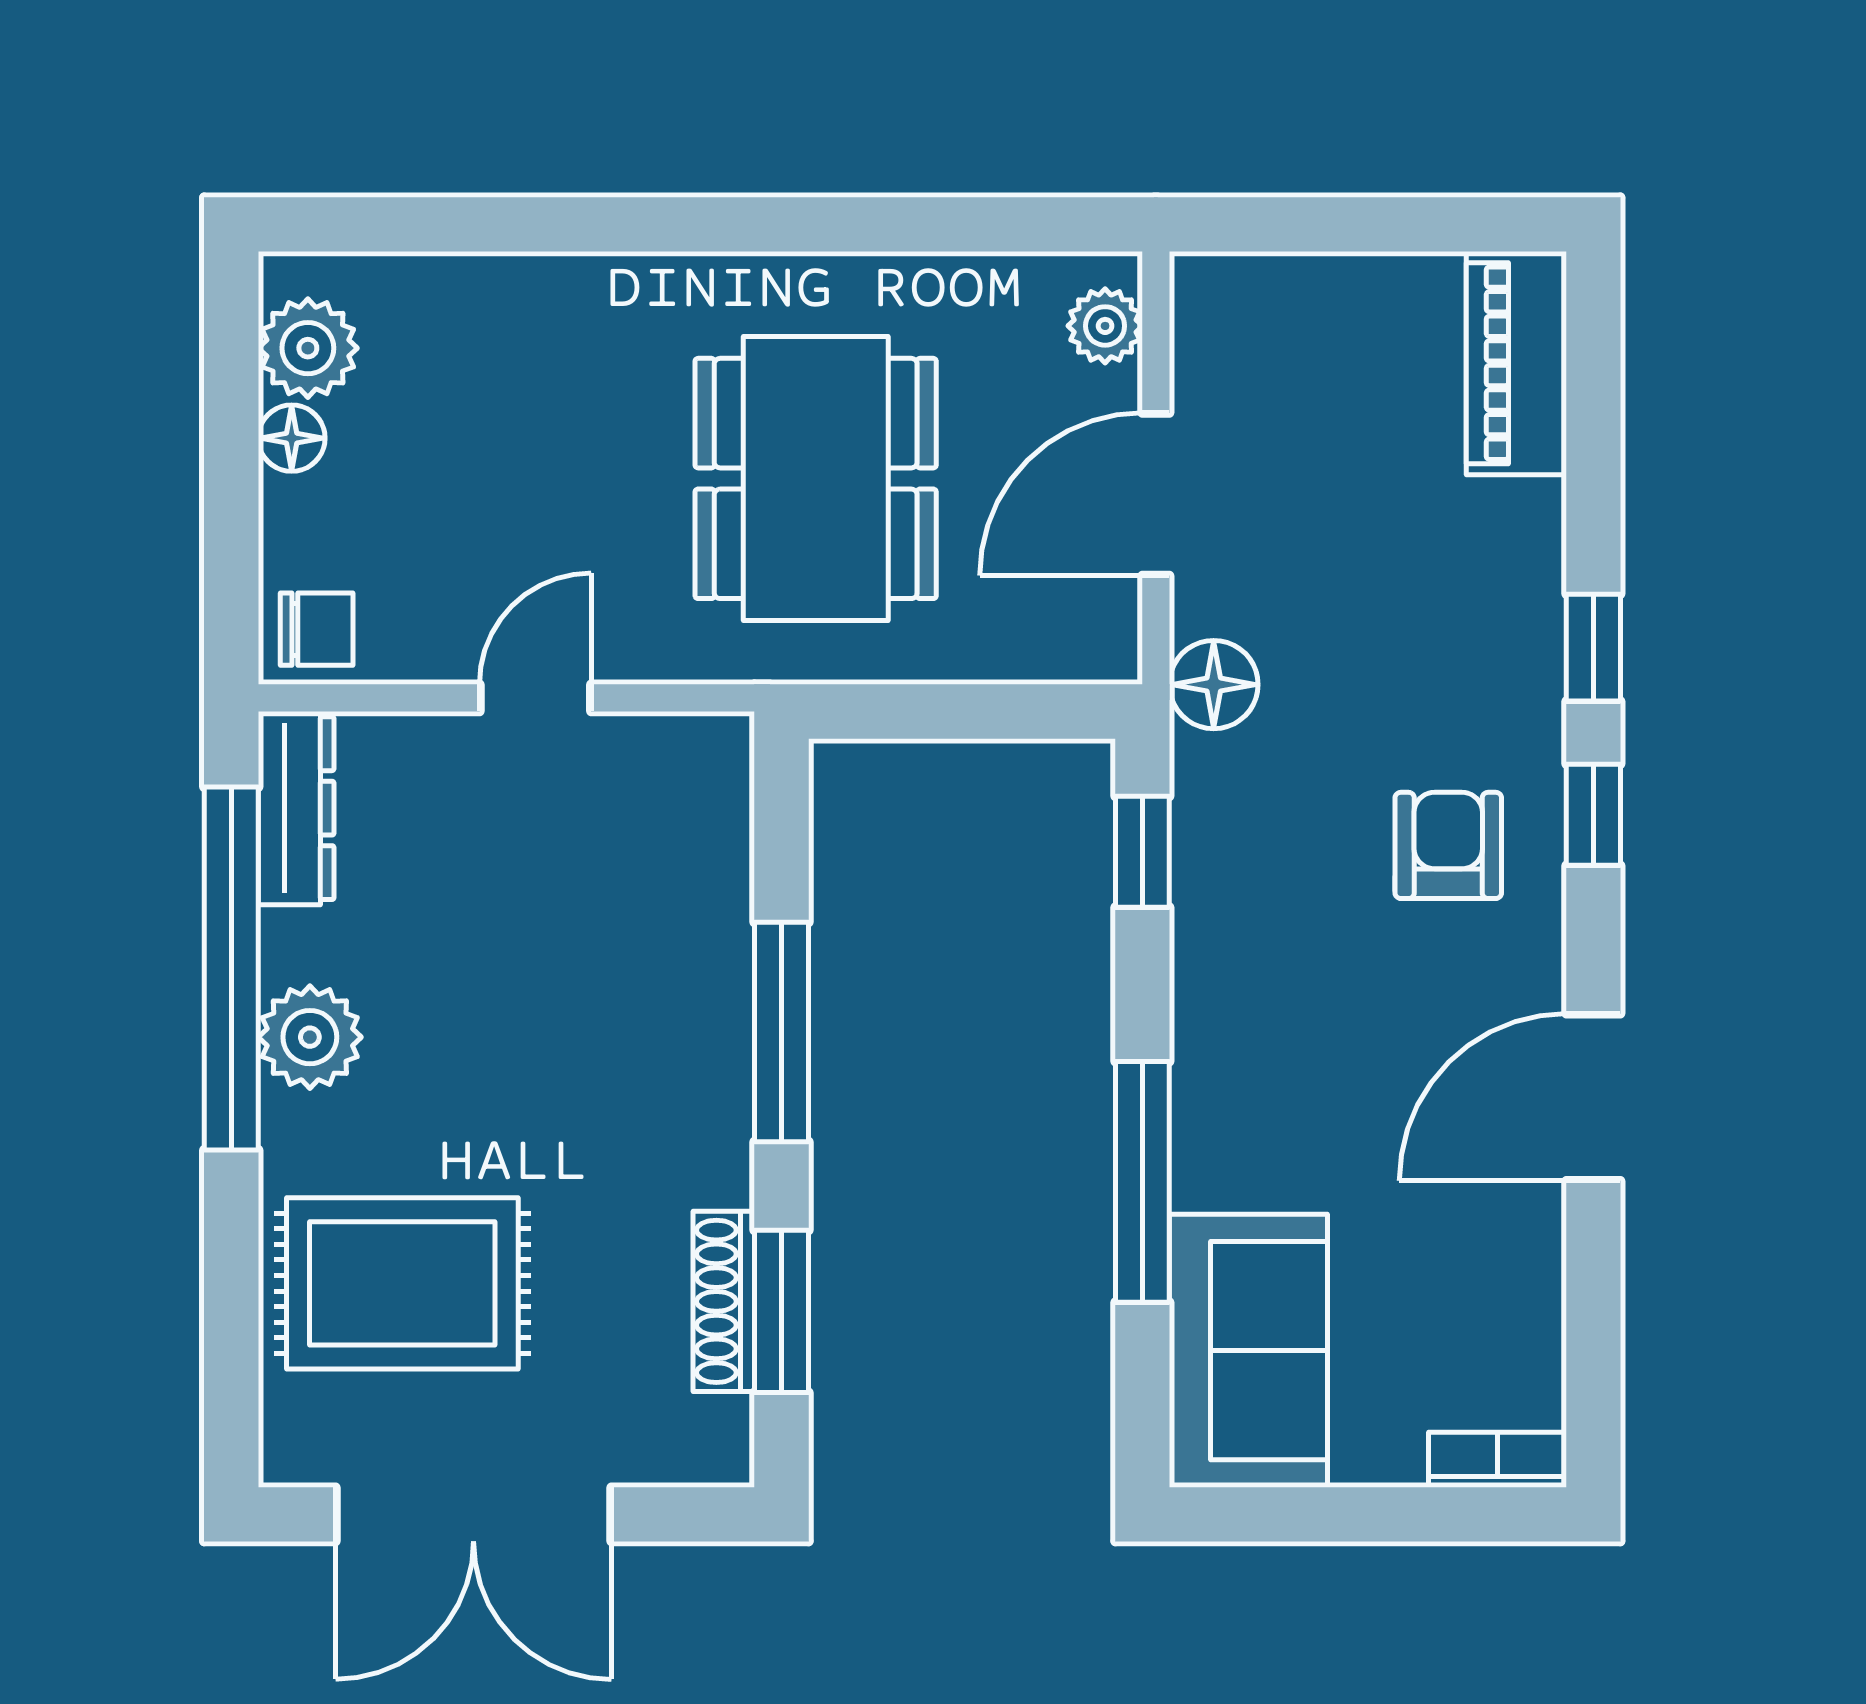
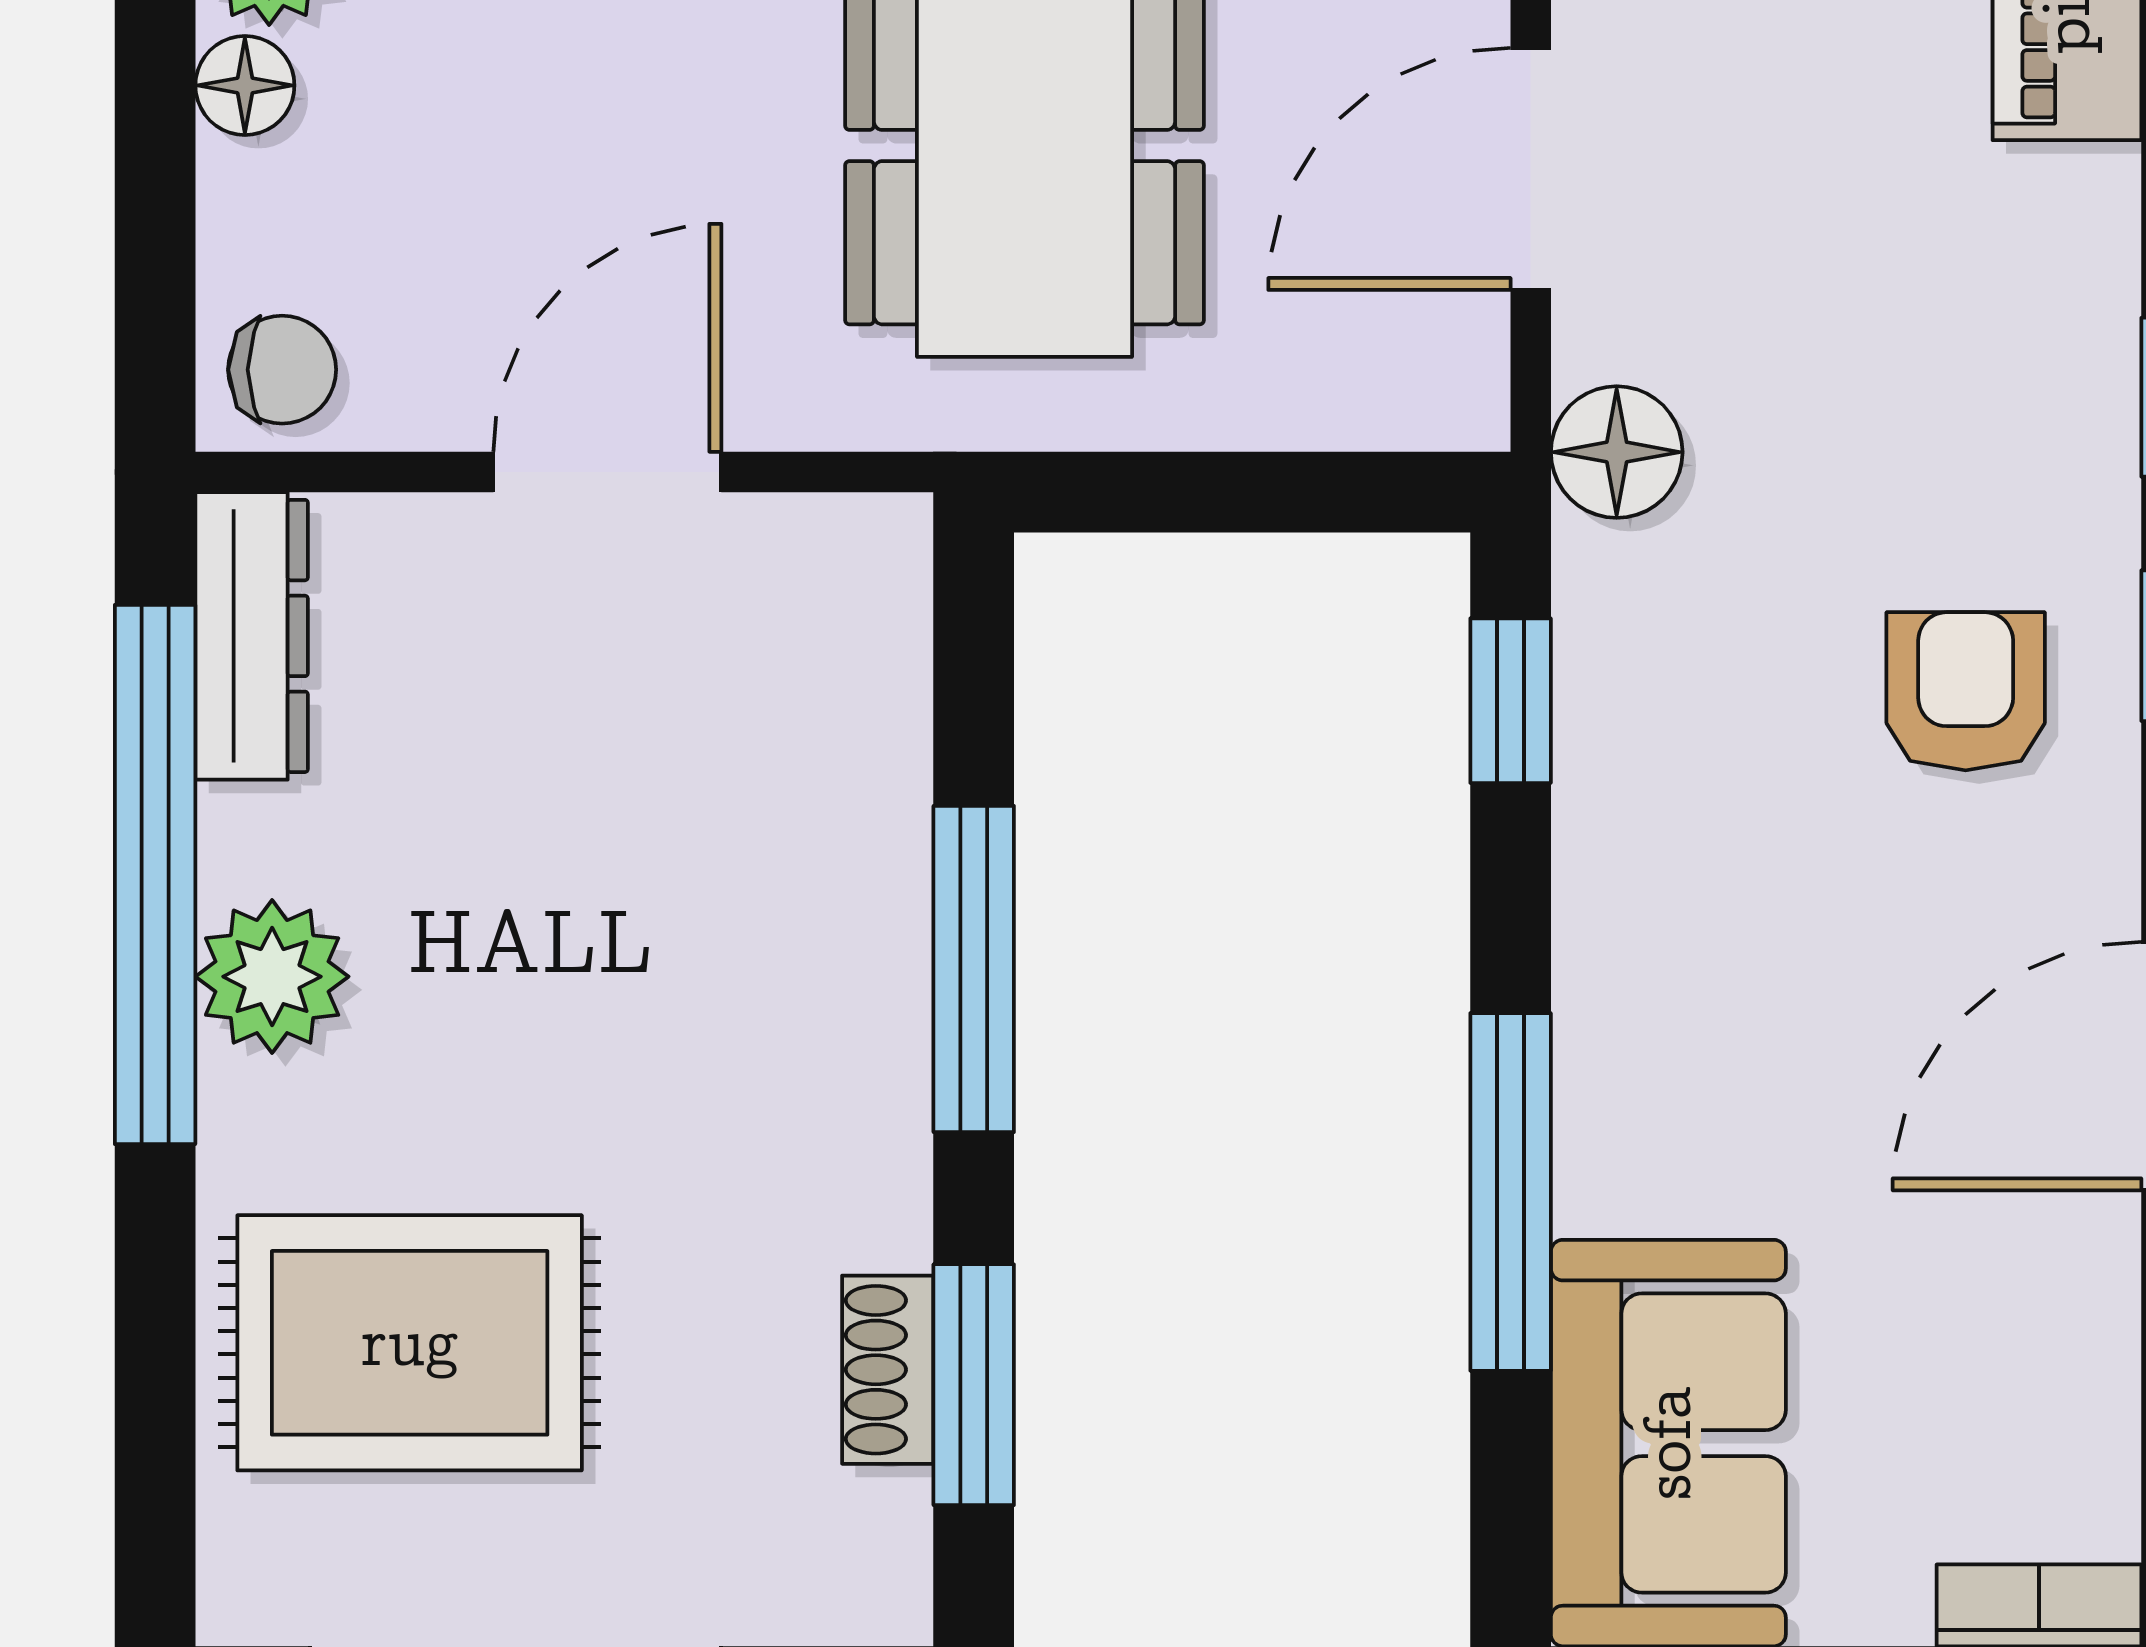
door: (535, 698) -> (607, 472), width x1.37
shoe rack: (724, 1301) -> (888, 1370), width x0.70

